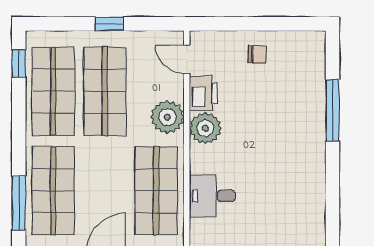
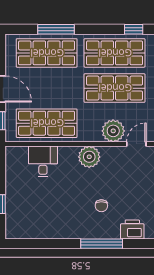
chair: (257, 54) -> (101, 206), moved
printer: (203, 93) -> (132, 230), moved, turned 180
plant: (167, 117) -> (113, 131), moved
window: (19, 203) -> (56, 29), moved

